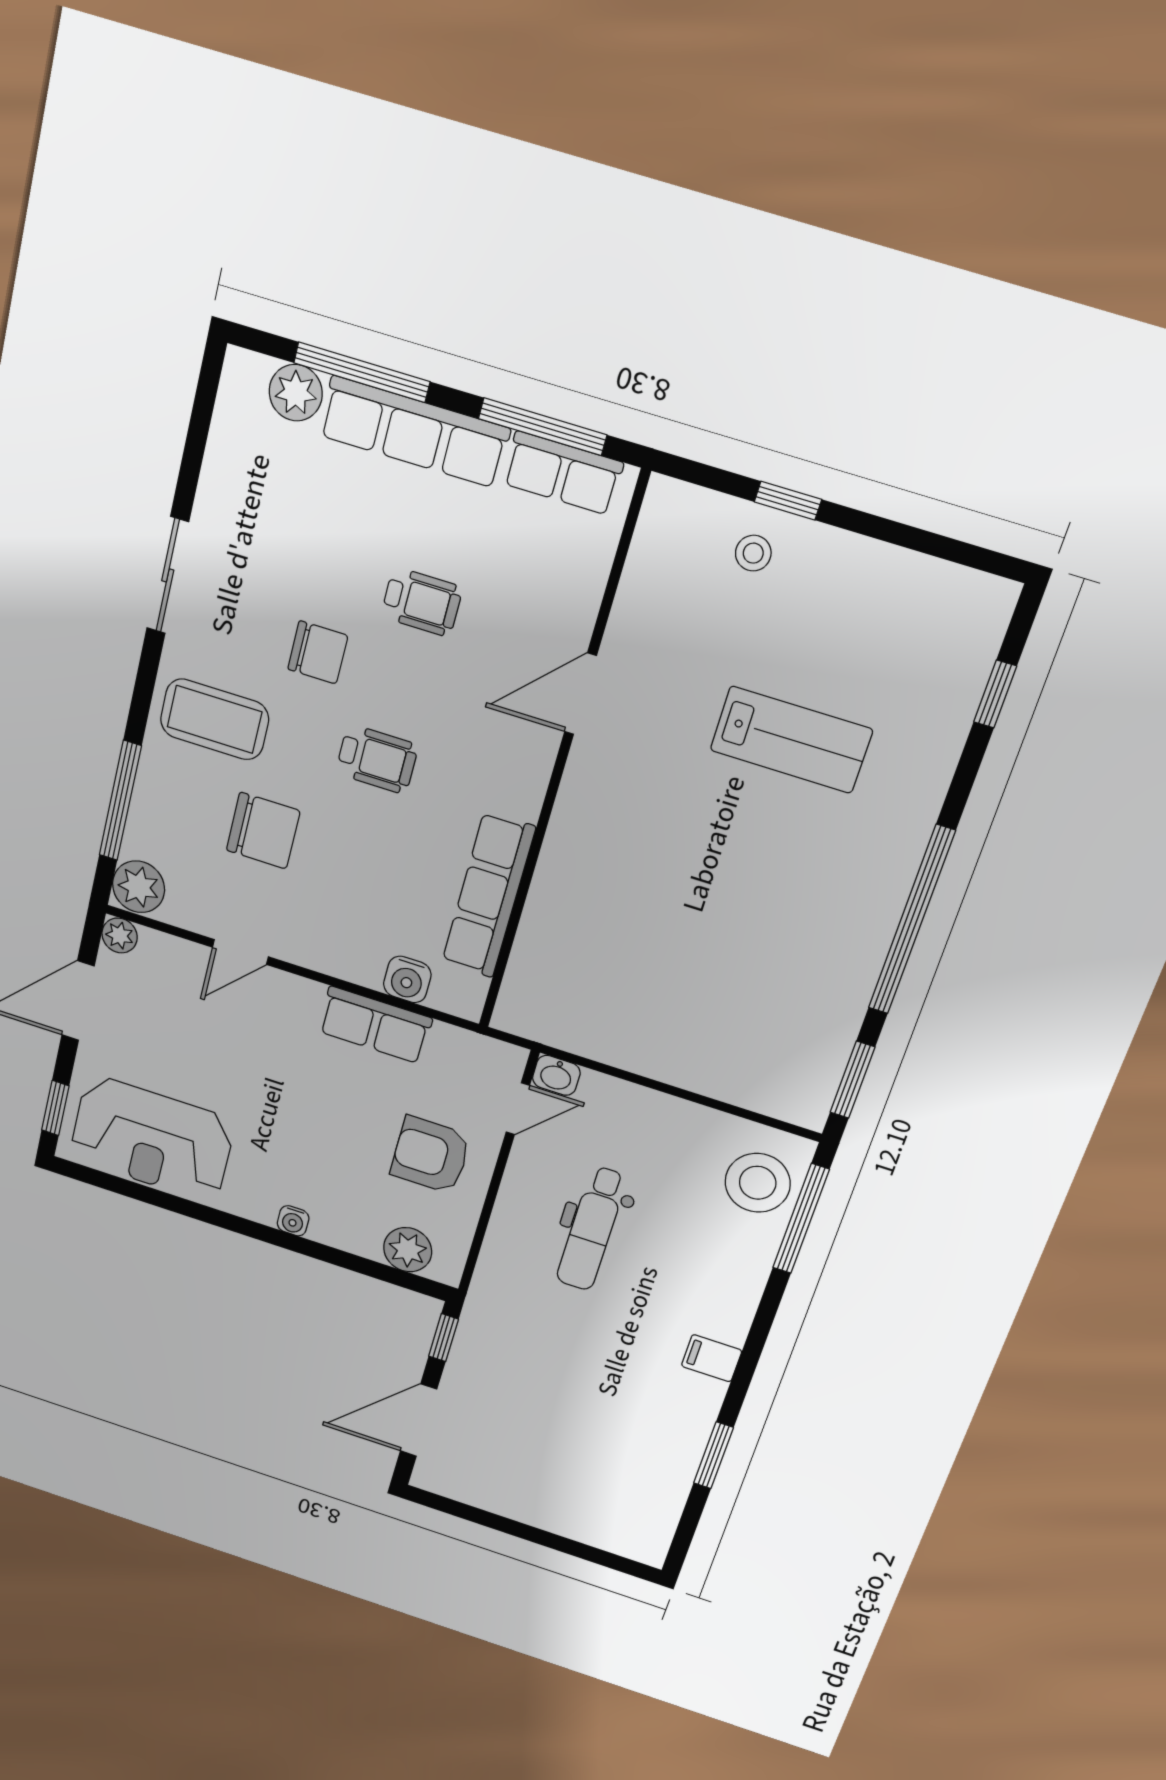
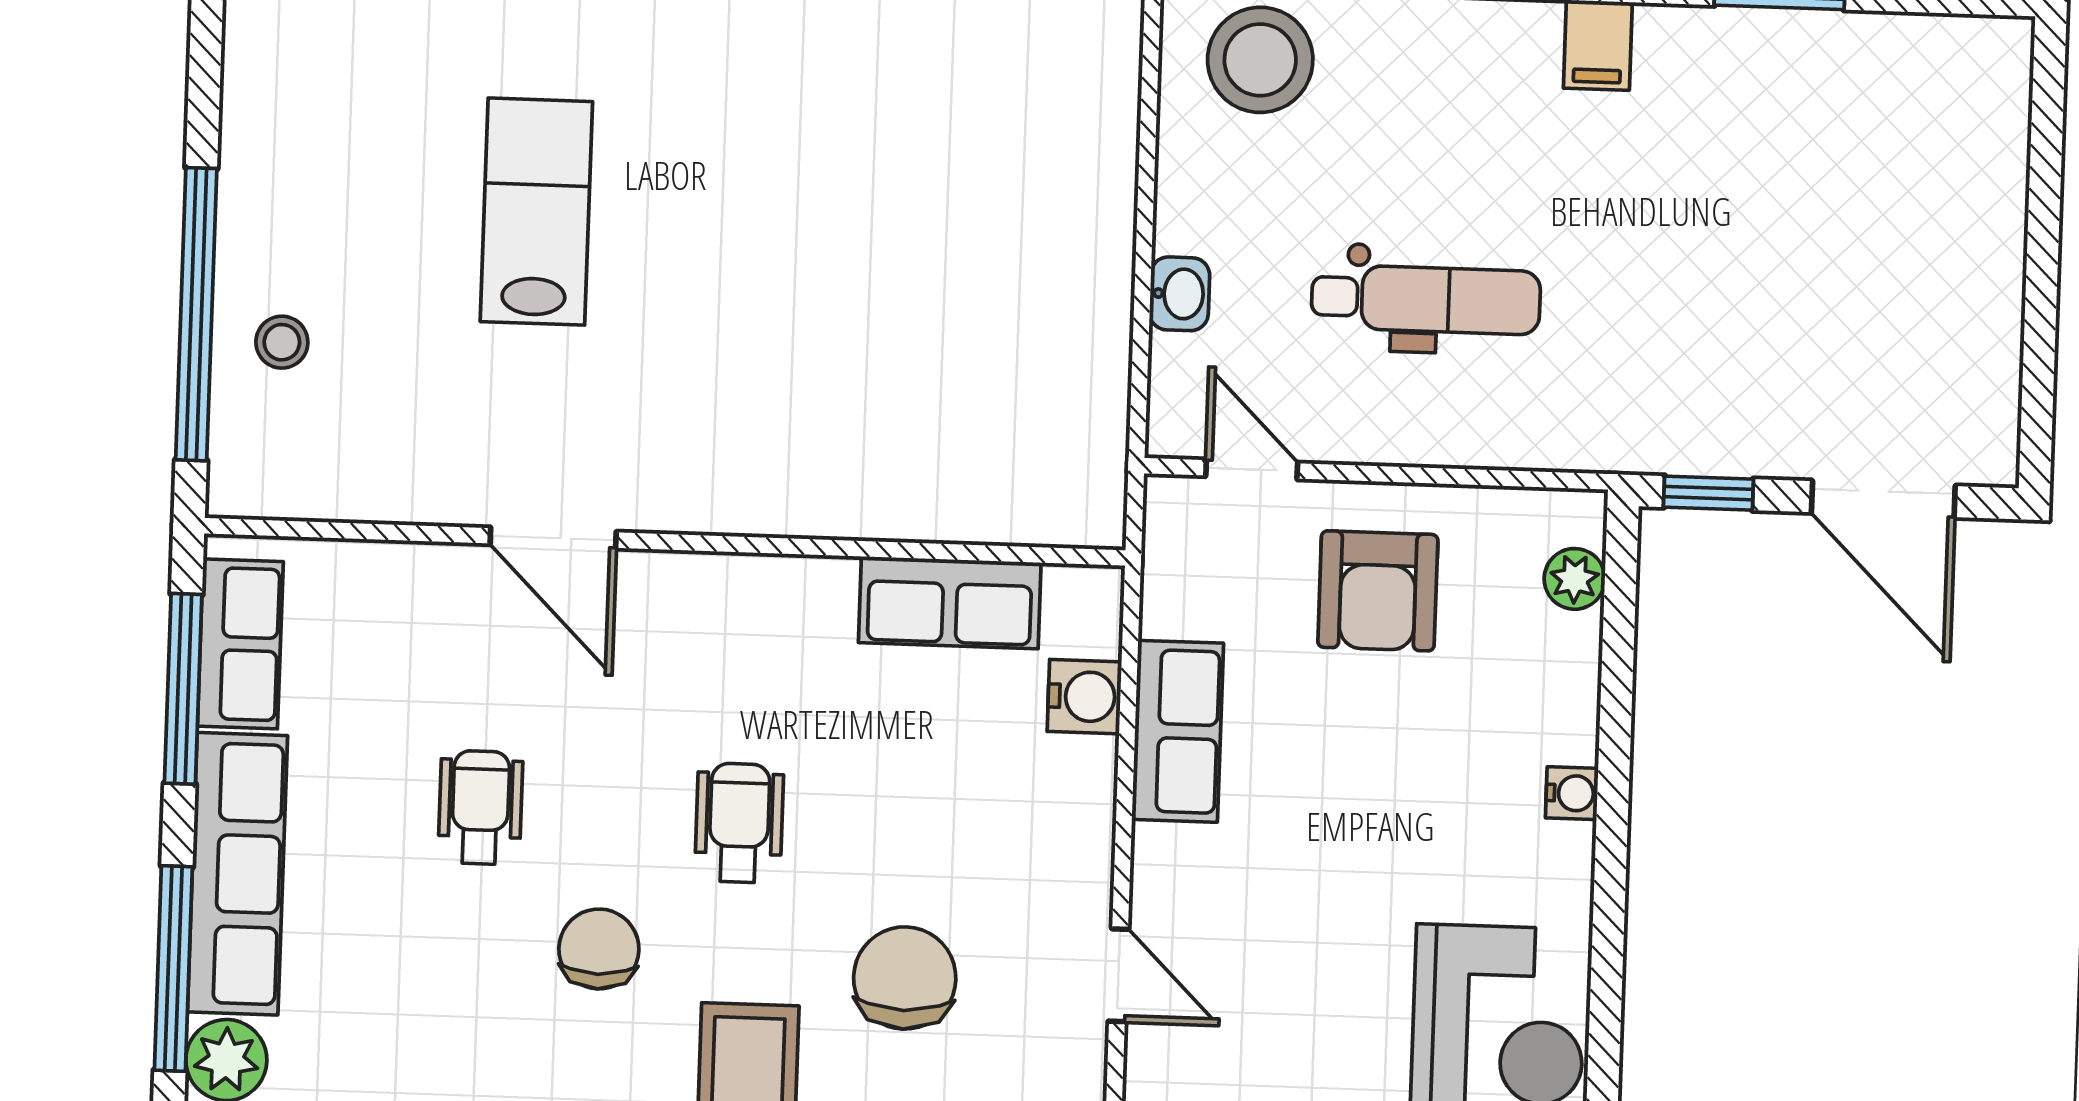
window: (788, 501) -> (196, 314), width x3.17
row of seats: (488, 895) -> (950, 603), width x0.68
washbasin: (556, 1075) -> (1180, 294), moved
plant: (408, 1250) -> (1575, 579), width x0.73, depth x0.73

